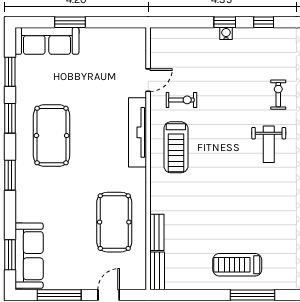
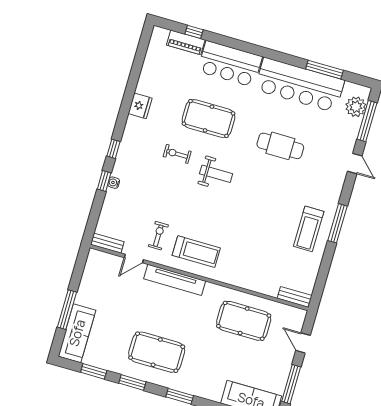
window: (70, 22) -> (67, 310), width x1.44
door: (148, 80) -> (134, 259), swing flipped
bench: (157, 232) -> (107, 243), moved

